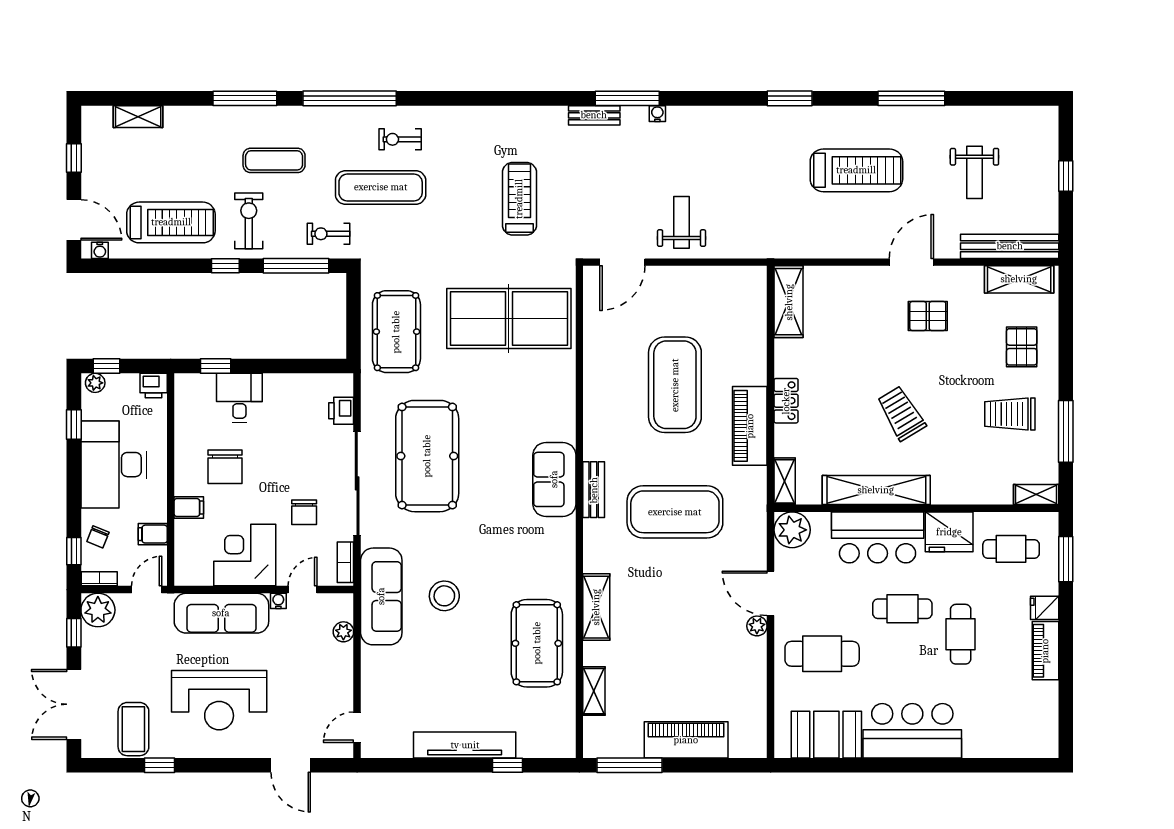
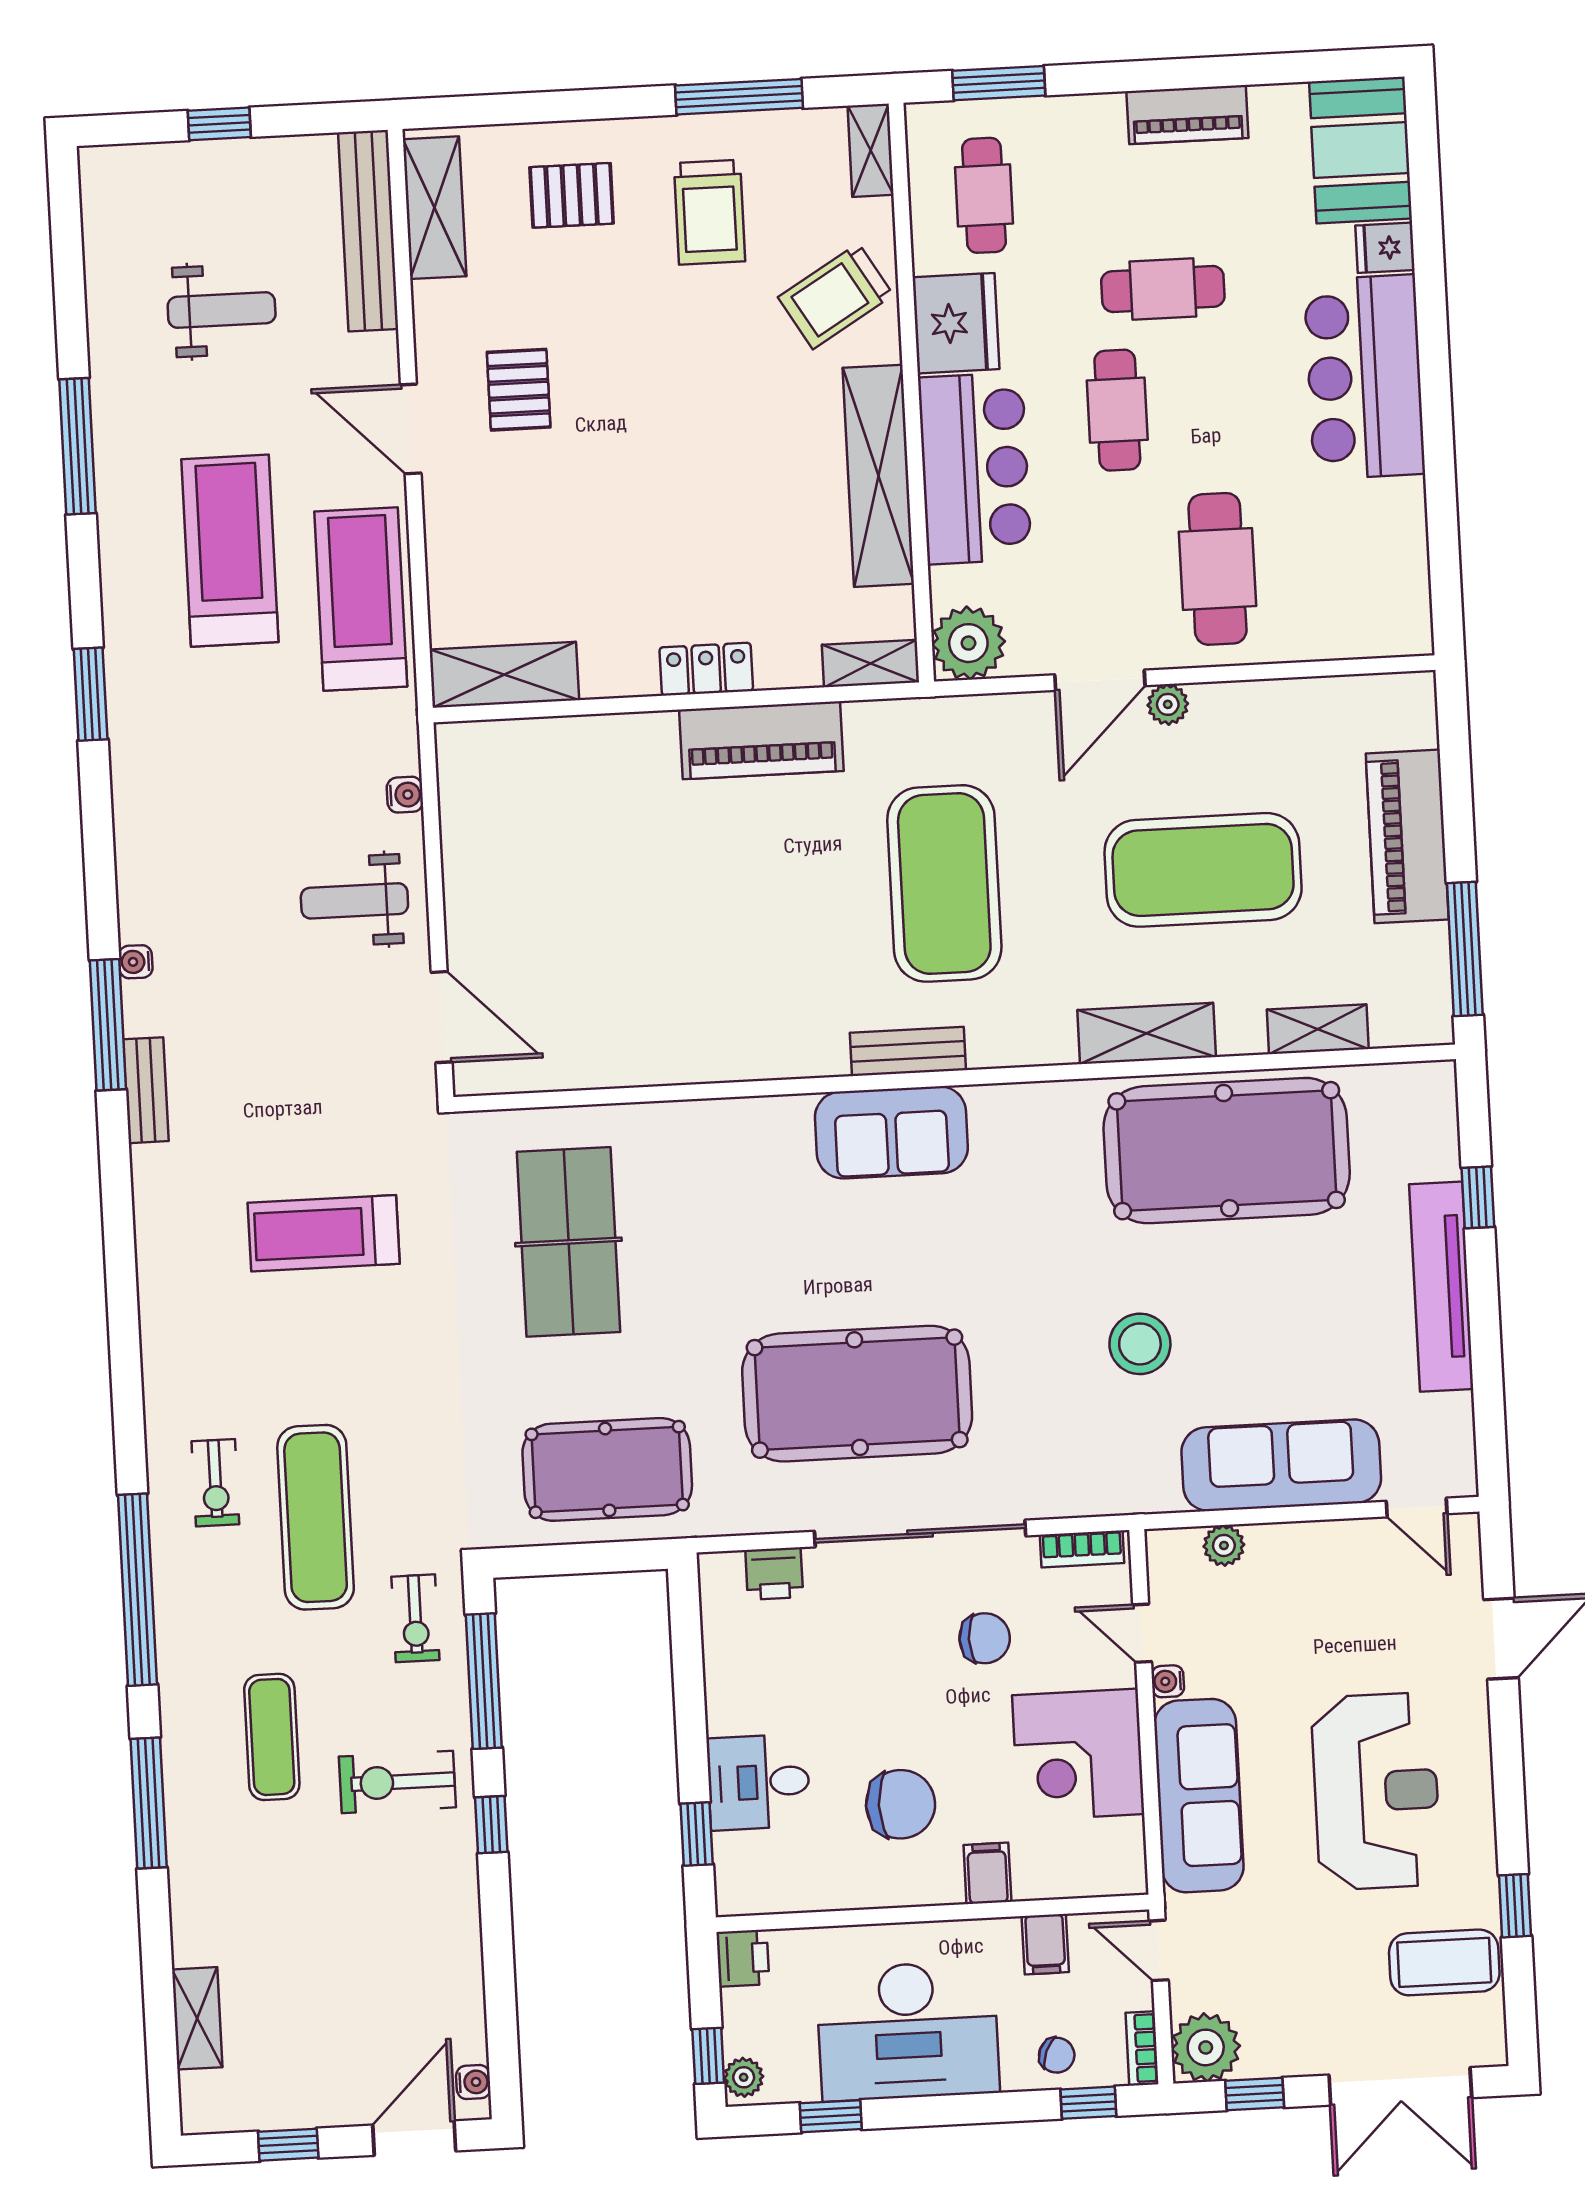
treadmill: (171, 222) -> (361, 599), moved
water cooler: (732, 250) -> (405, 795), added
table tennis table: (509, 318) -> (568, 1242), width x0.73, depth x0.76
exercise mat: (675, 385) -> (1203, 870), moved
trolley: (901, 413) -> (836, 296), moved
sofa: (381, 596) -> (1281, 1465), moved
fridge: (1045, 608) -> (1385, 248), moved, turned 90
pool table: (537, 643) -> (1227, 1151), width x1.36, depth x1.32
booth: (826, 735) -> (1361, 150), moved

